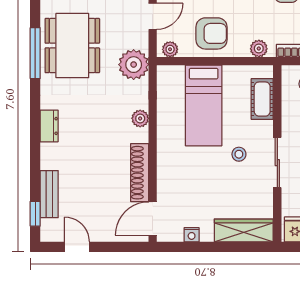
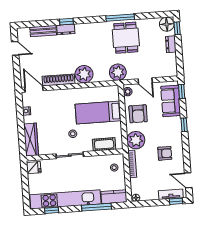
dining table: (72, 46) -> (126, 38), width x0.73
plant: (259, 49) -> (136, 140), width x1.87, depth x1.87
plant: (140, 118) -> (84, 74), width x1.88, depth x1.88
dresser: (49, 126) -> (66, 29), moved
window: (35, 214) -> (66, 22), moved
door: (77, 247) -> (15, 48), hinge flipped

